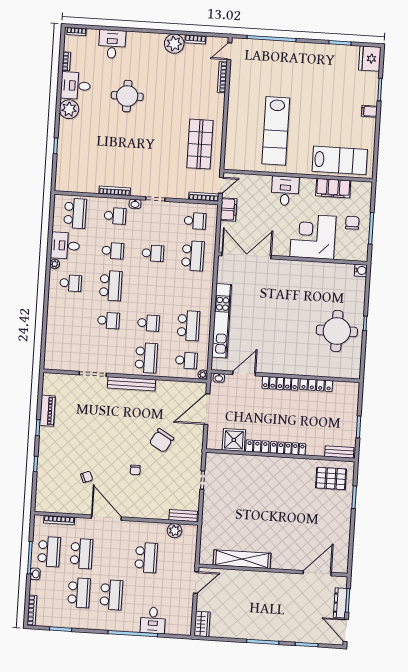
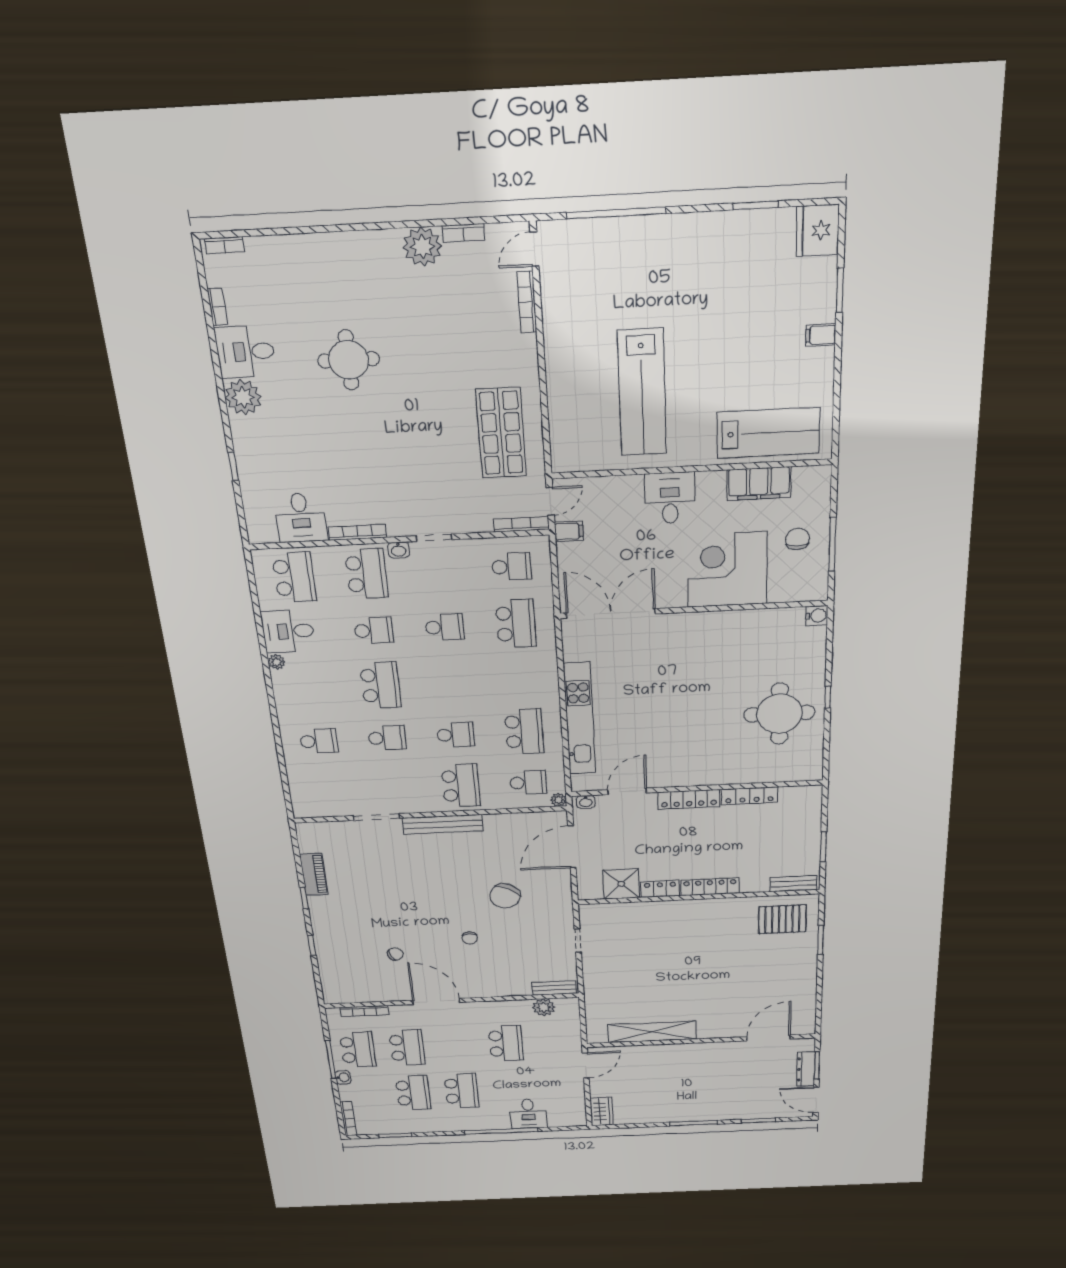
desk: (112, 44) -> (301, 518), moved, turned 180
filing cabinet: (229, 209) -> (569, 531), width x0.50
school desk: (115, 216) -> (366, 574), width x1.85
school desk: (71, 283) -> (319, 741), moved

